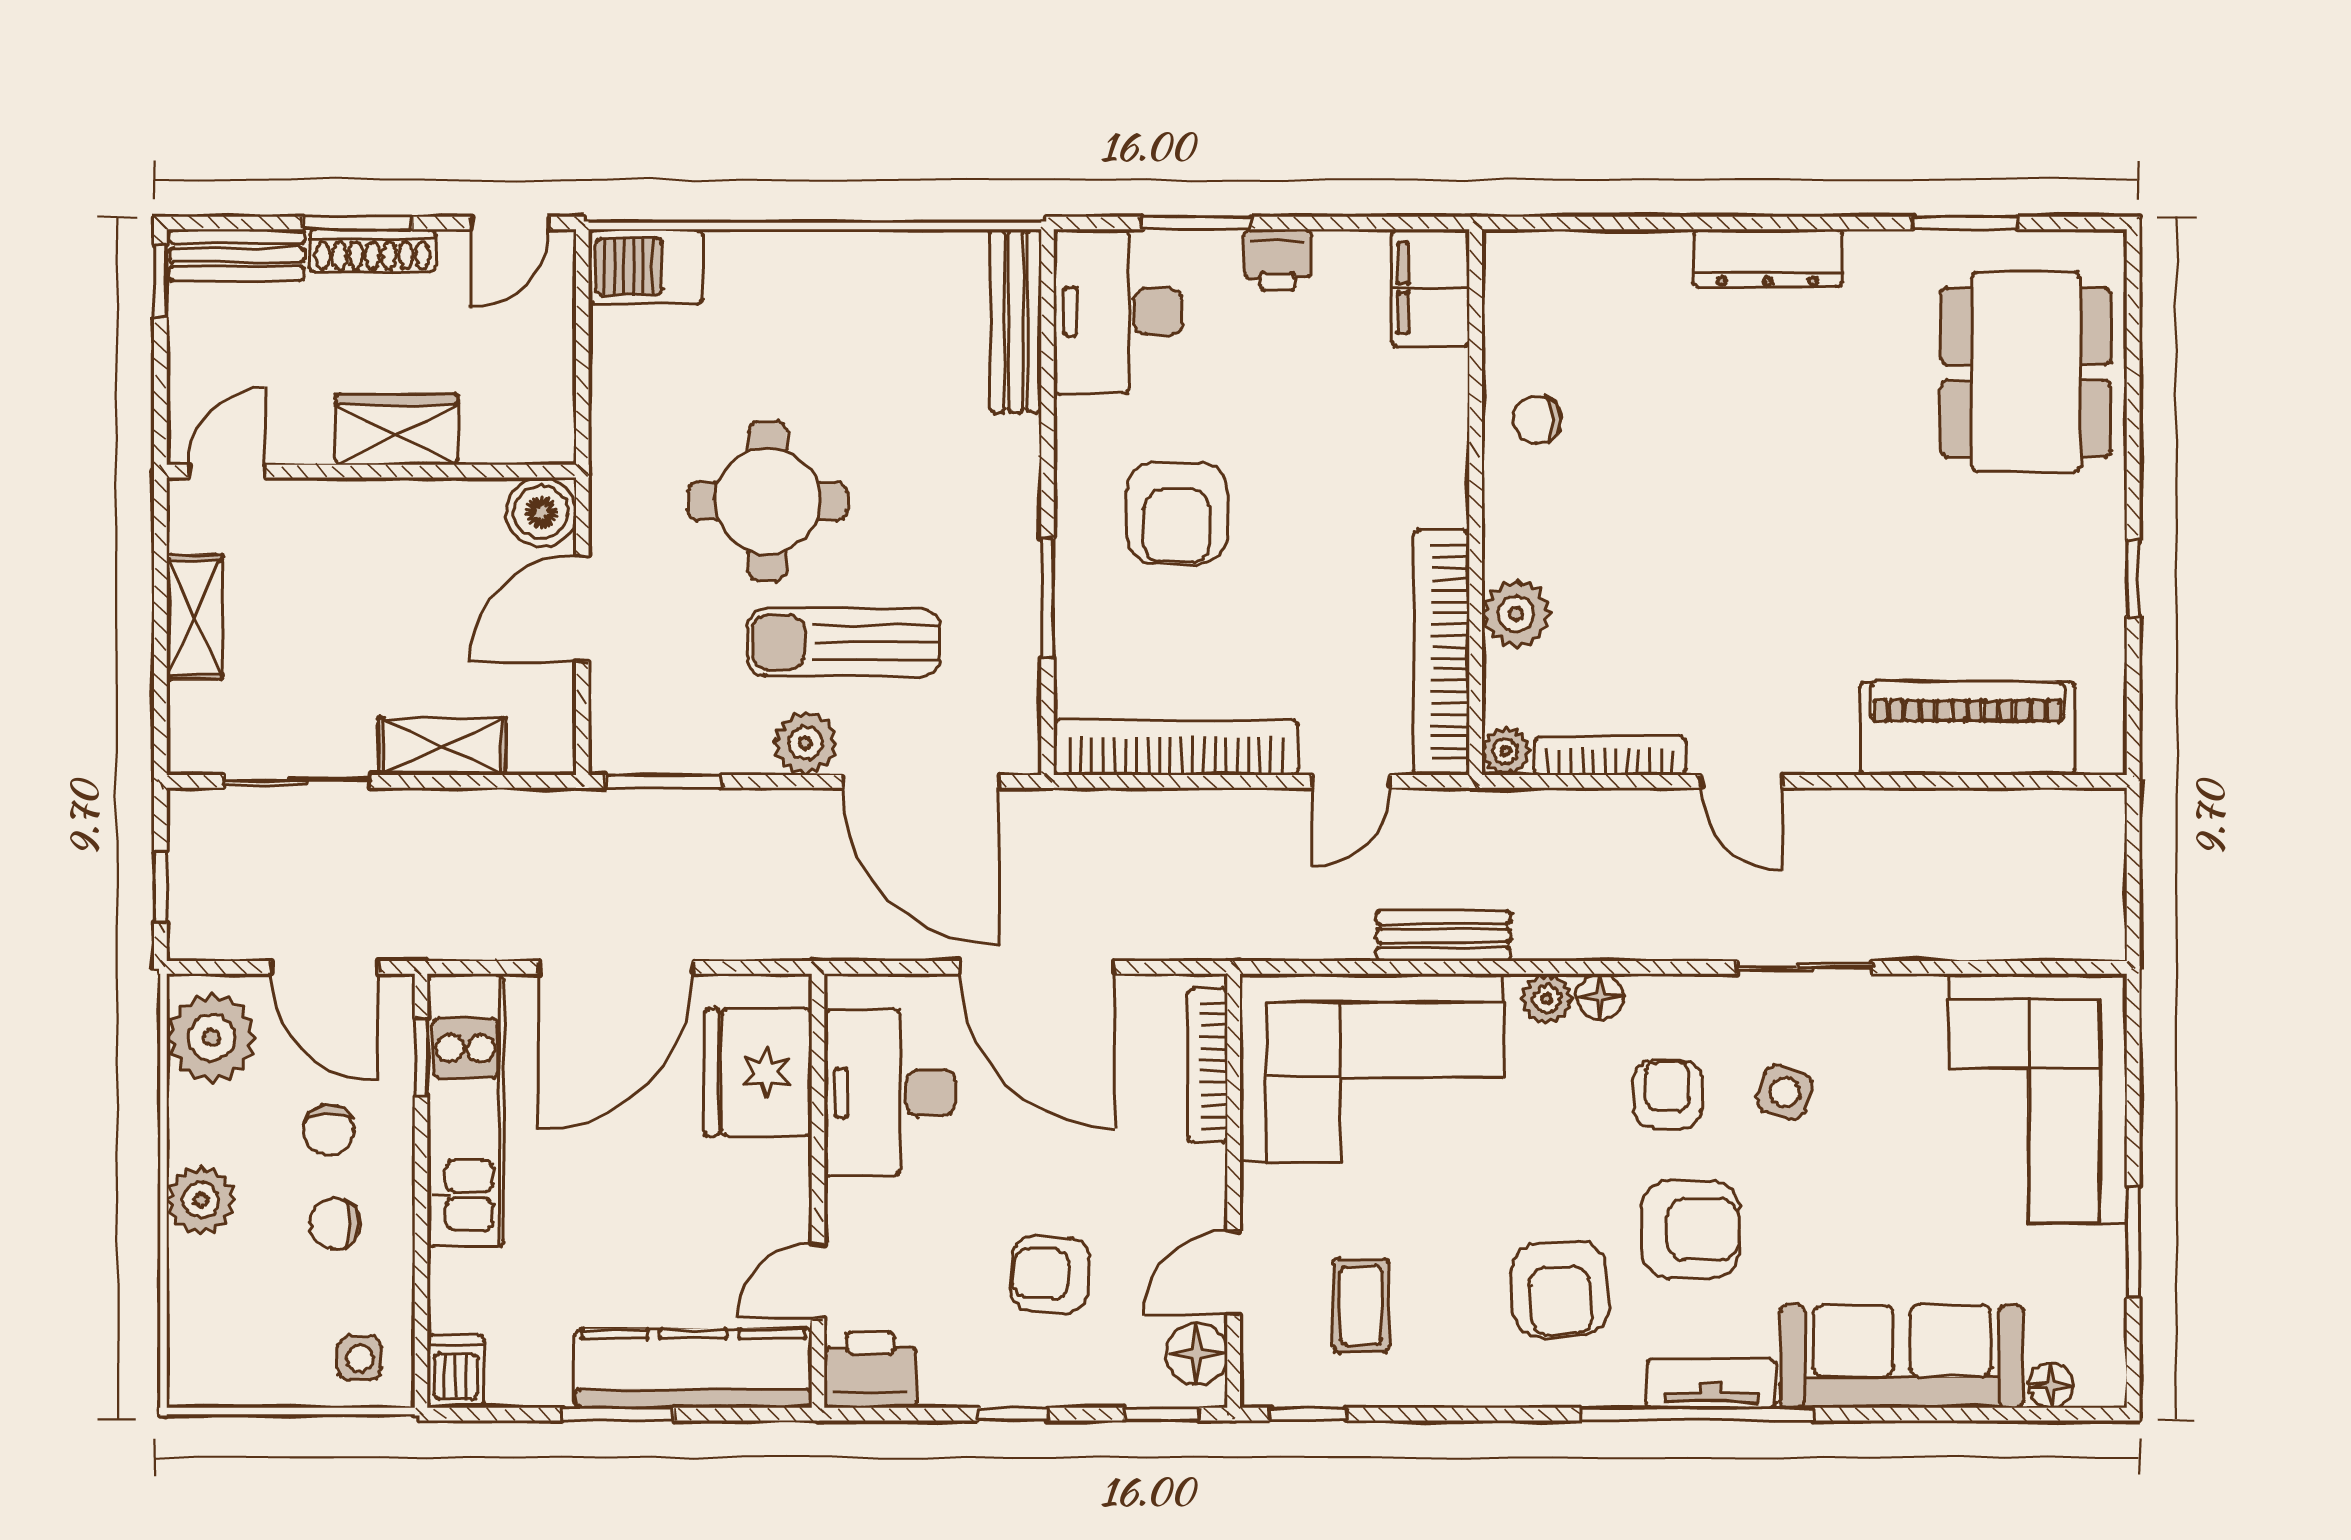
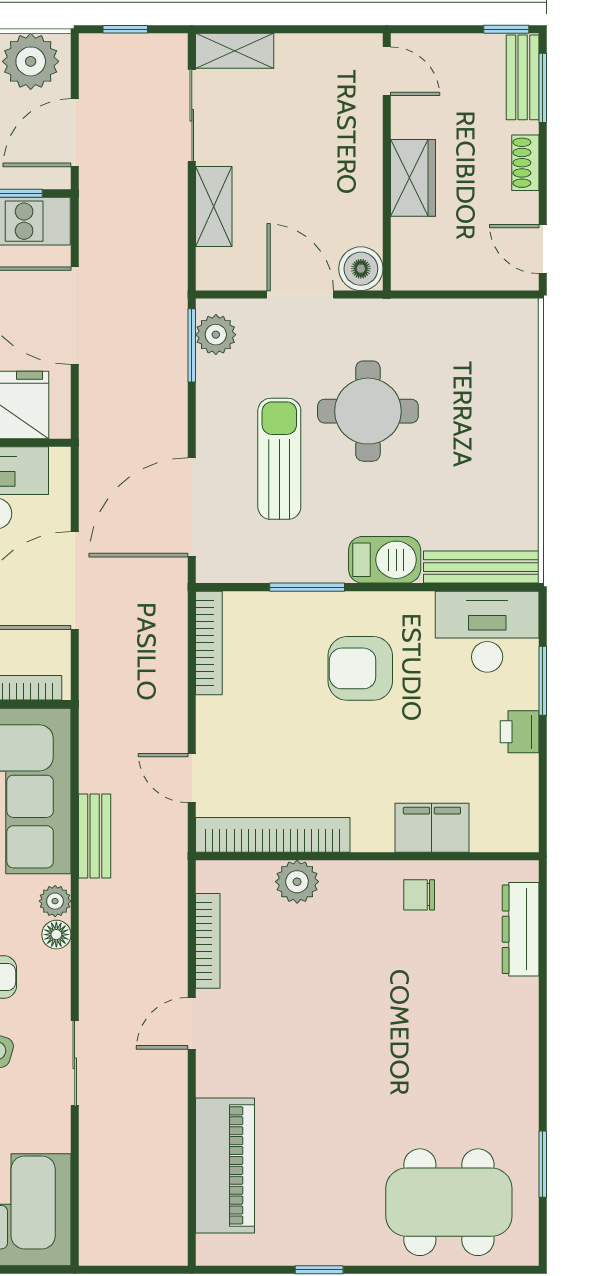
window: (357, 223) -> (543, 88), moved
shoe rack: (373, 251) -> (525, 163), width x0.70
dresser: (1768, 258) -> (521, 929), moved
barbecue: (646, 266) -> (385, 560), moved, turned 90
filing cabinet: (1430, 288) -> (432, 828), moved
chair: (1537, 420) -> (419, 895), turned -88
shelving: (195, 617) -> (235, 51), moved
plant: (805, 743) -> (216, 335), moved
bookcase: (1176, 747) -> (209, 643), width x0.68, depth x0.76
plant: (1506, 751) -> (211, 875), removed

